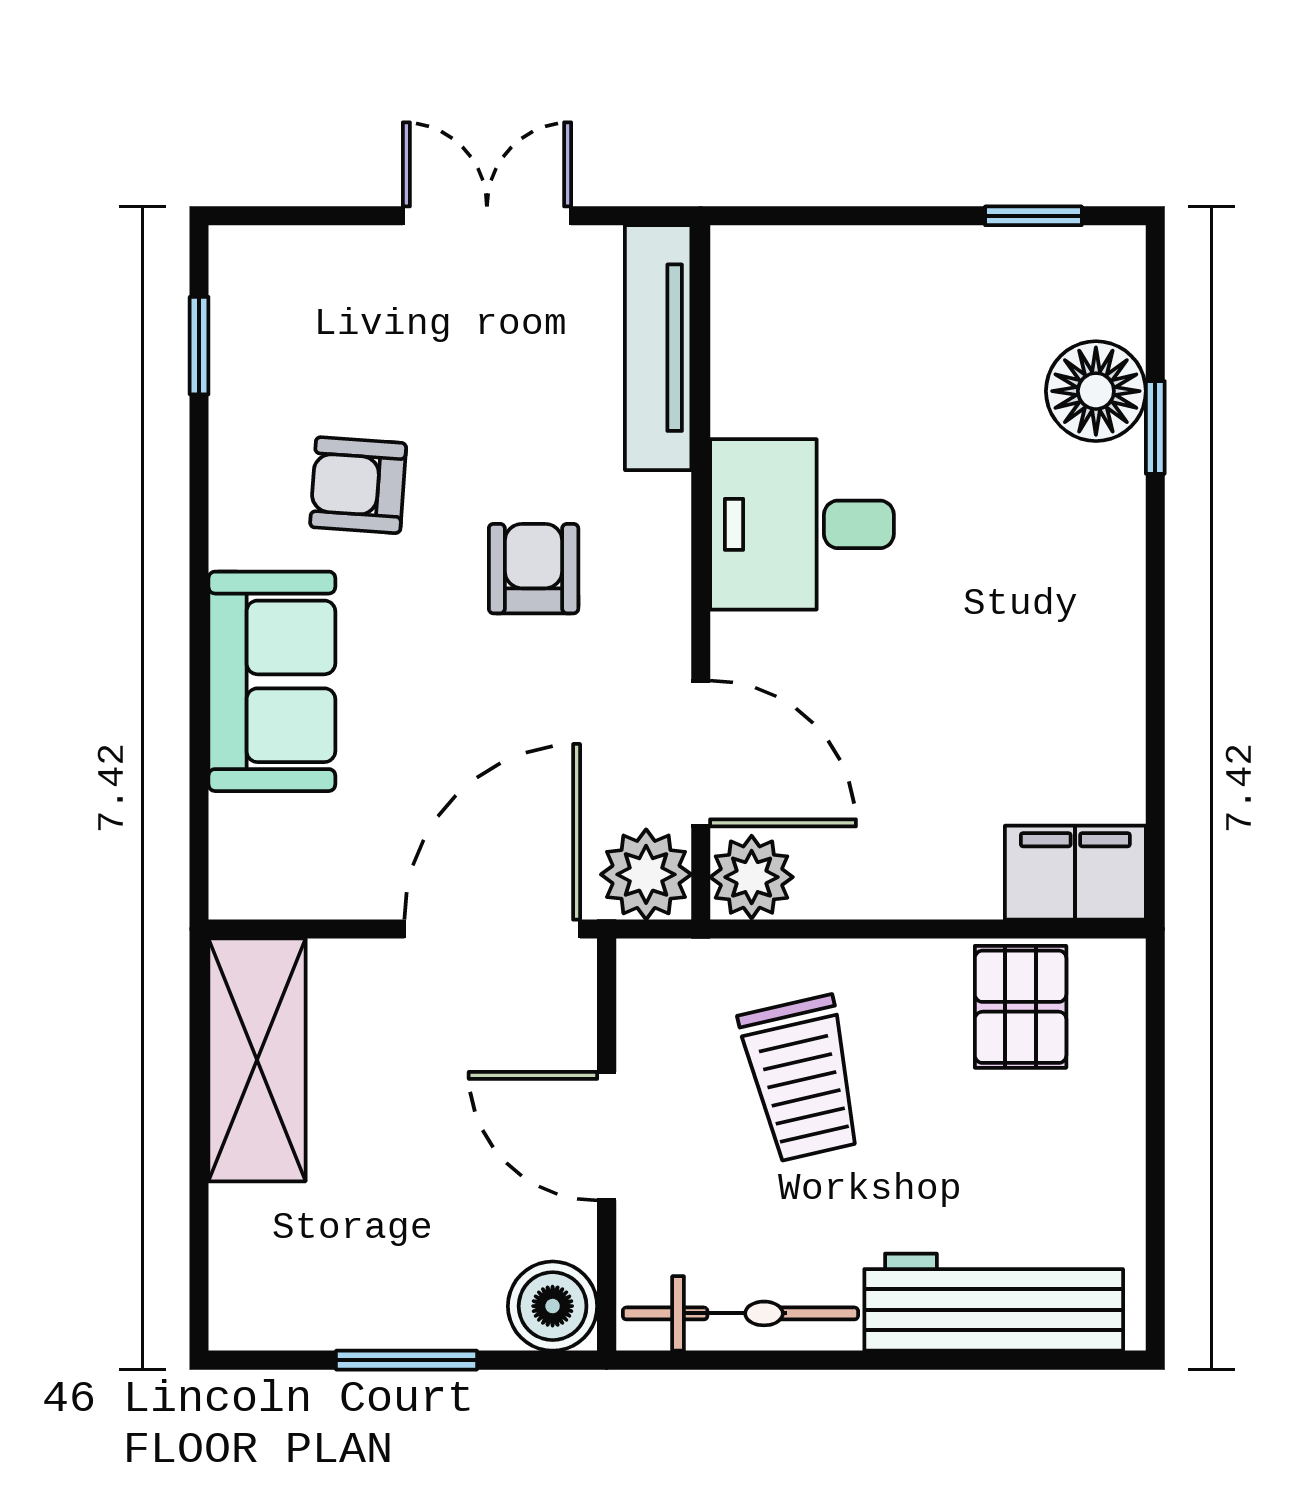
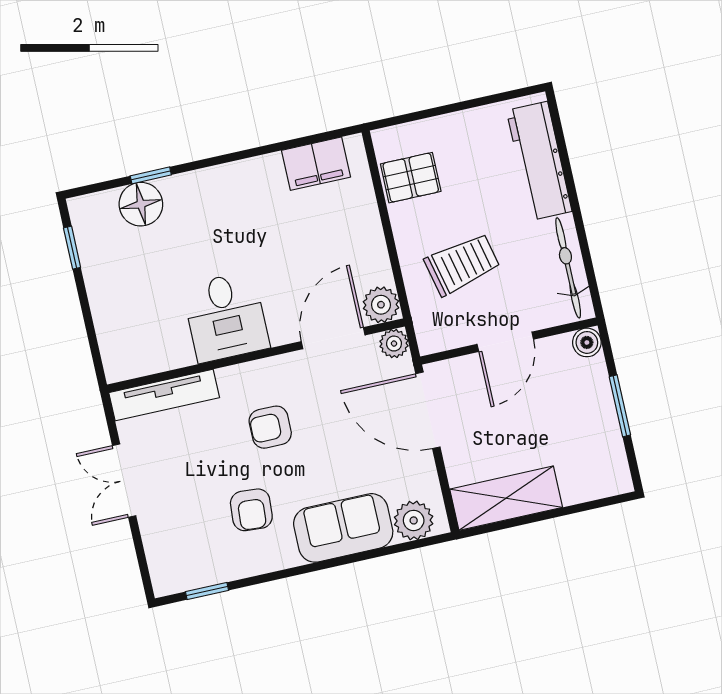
plant: (253, 842) -> (414, 520), added
filing cabinet: (1075, 873) -> (316, 164), moved, turned -90
plant: (646, 874) -> (394, 344), width x0.73, depth x0.73
boiler: (553, 1306) -> (587, 342), width x0.73, depth x0.73

